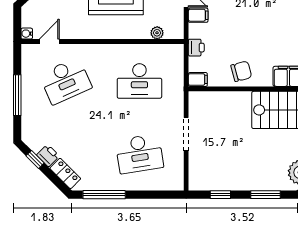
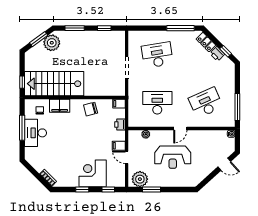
door: (49, 42) -> (180, 129), moved
window: (17, 95) -> (237, 107), moved

